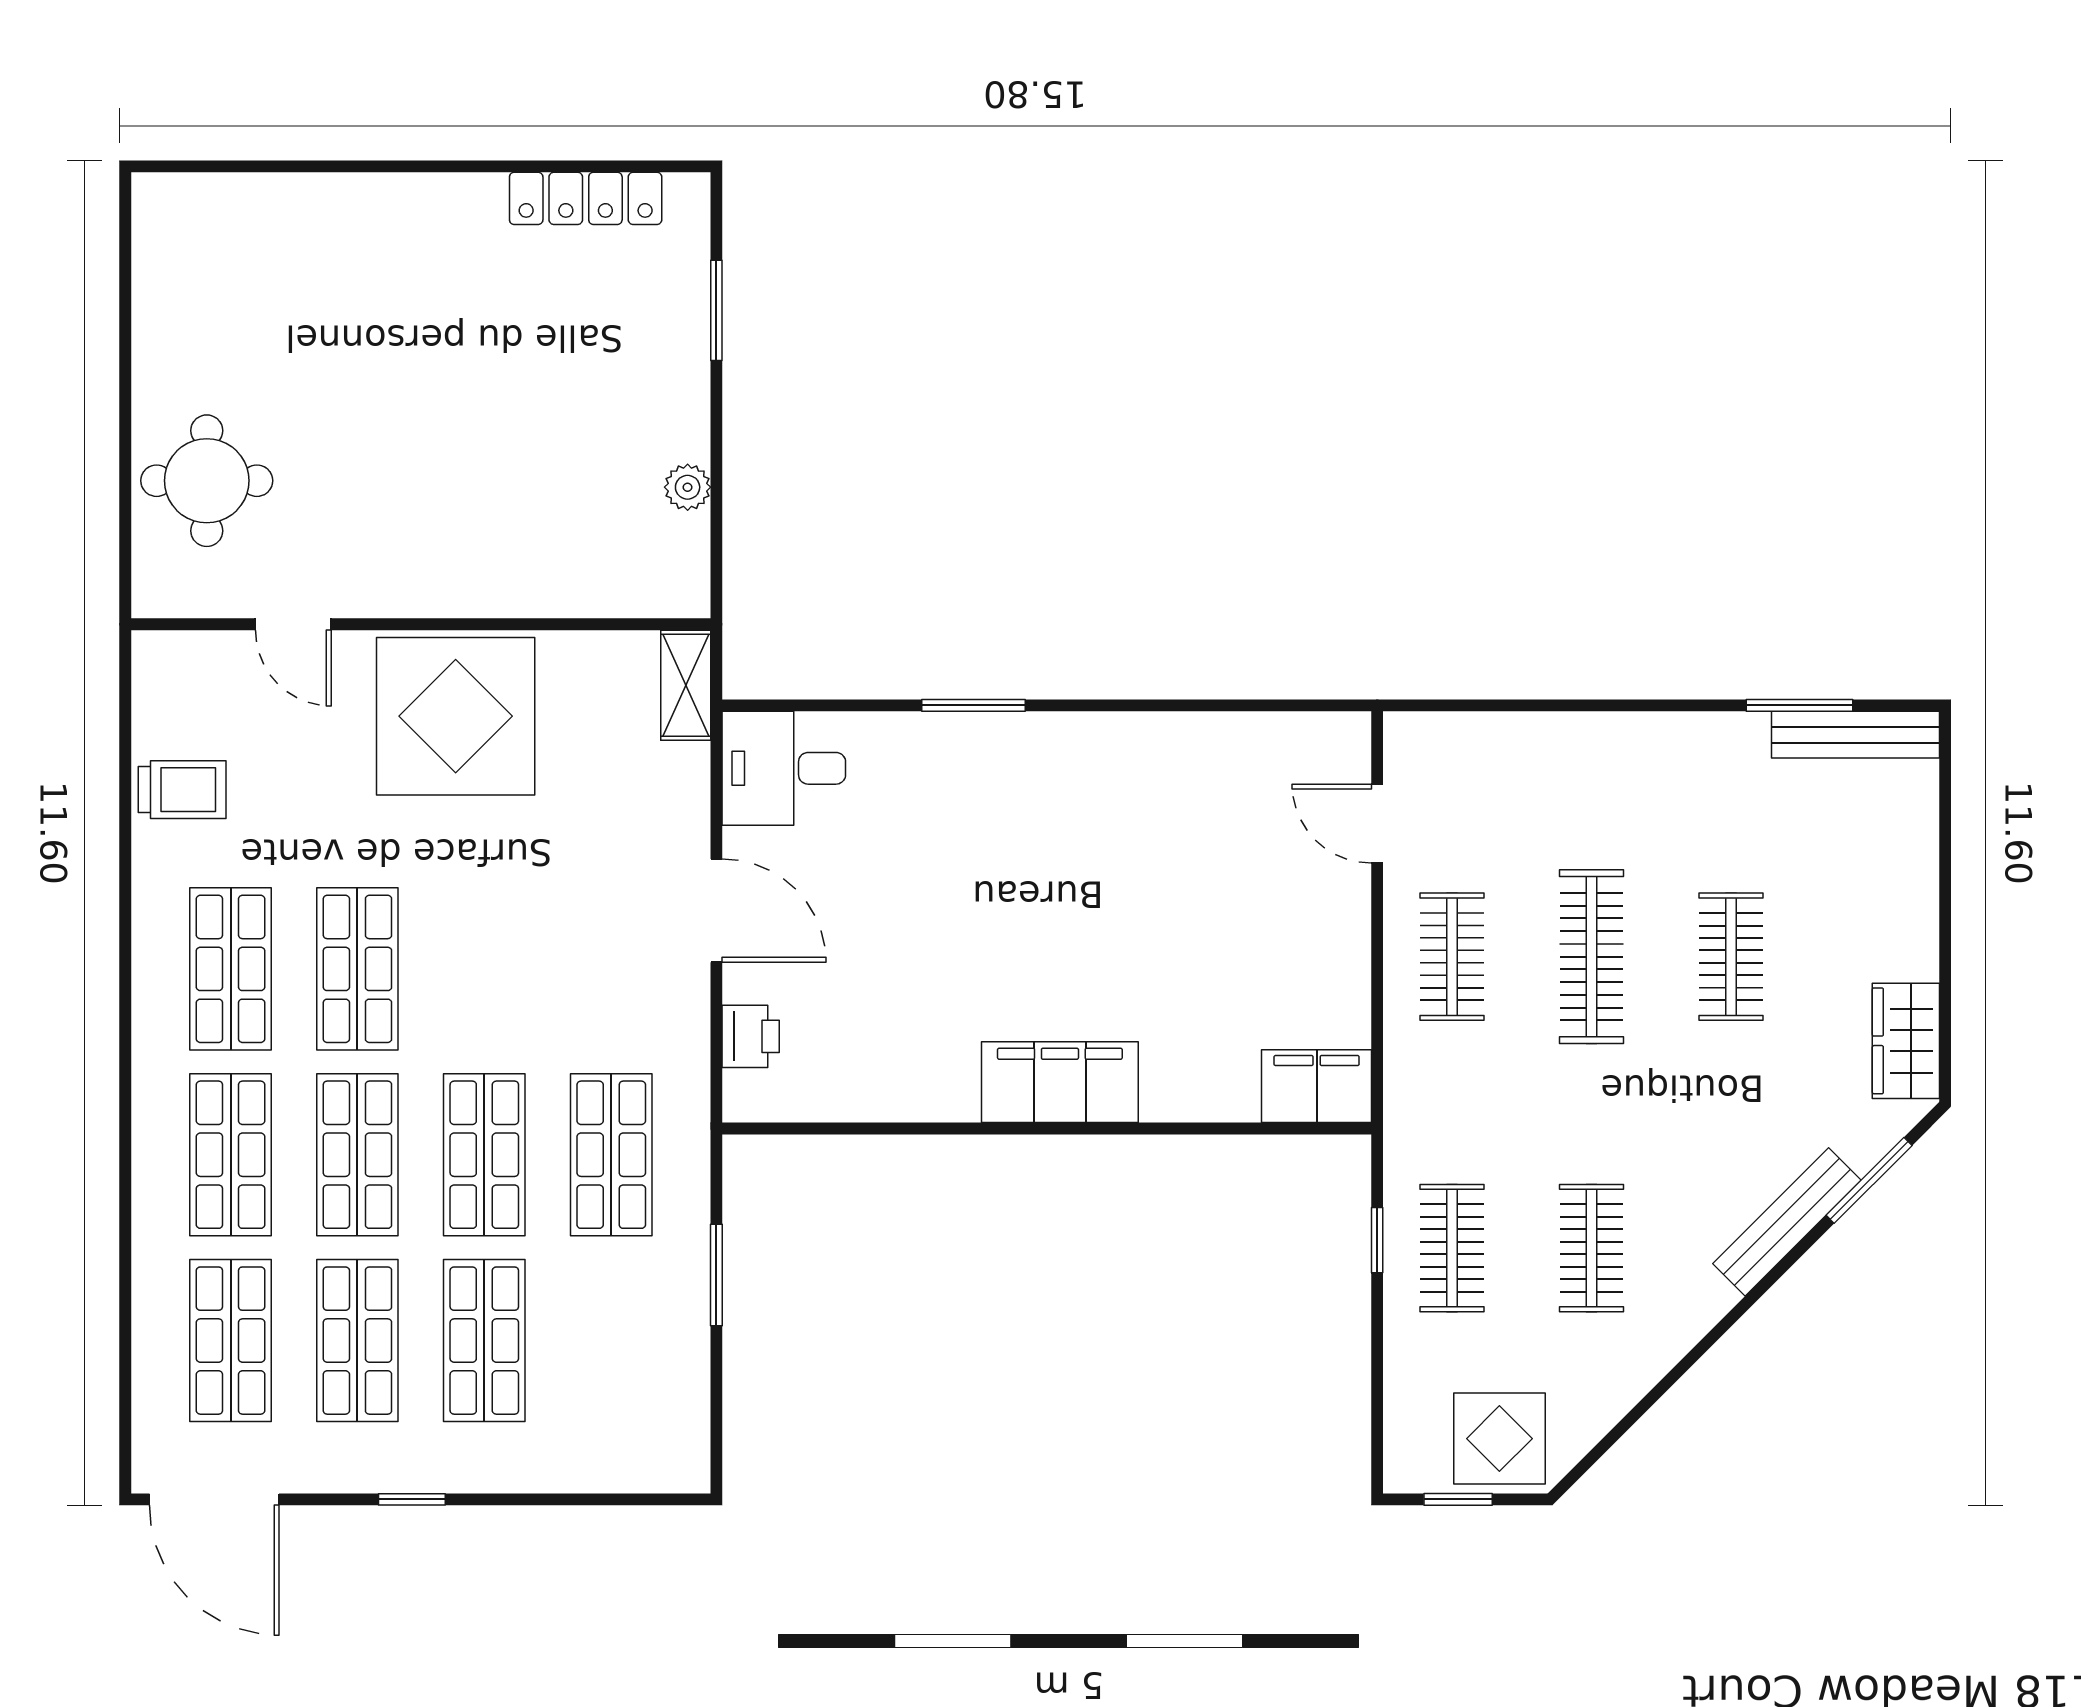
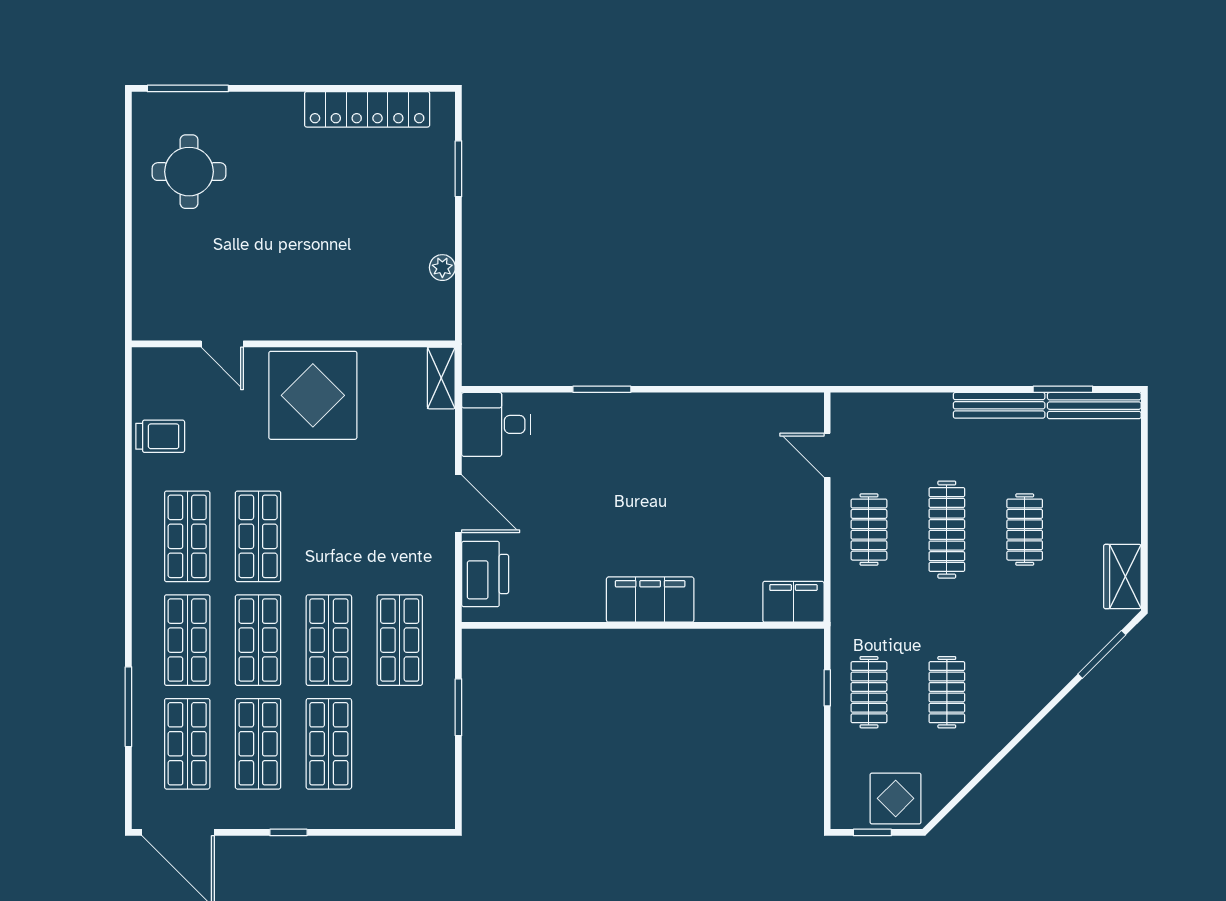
window: (232, 166) -> (188, 88), added
locker: (586, 198) -> (367, 109), width x1.41, depth x1.21
round table: (207, 481) -> (189, 172), moved
printer: (751, 1036) -> (485, 574), width x1.87, depth x1.48
bench: (1787, 1222) -> (999, 405), moved, turned 45
window: (125, 1274) -> (128, 707), added

